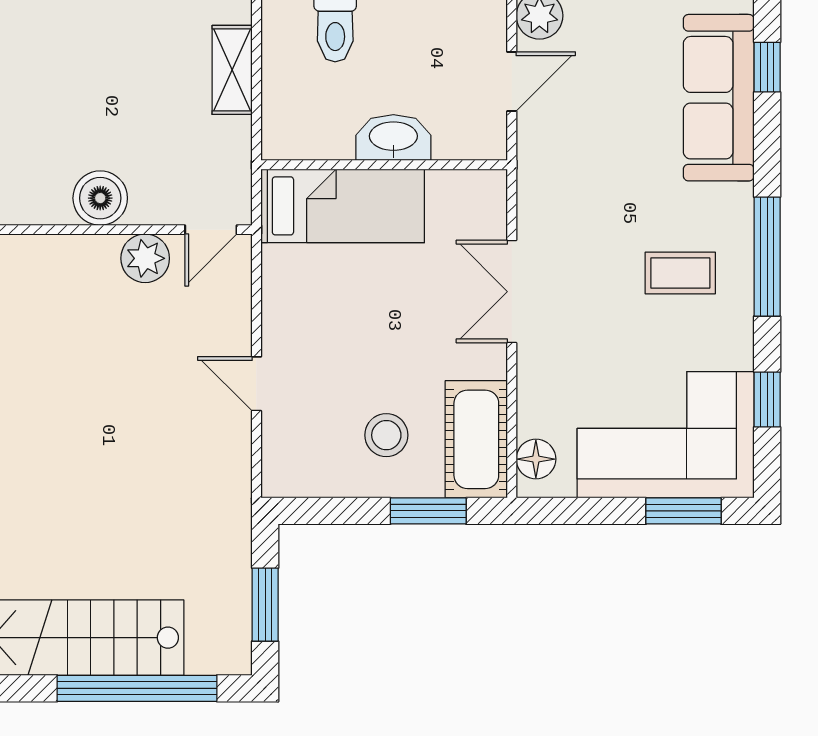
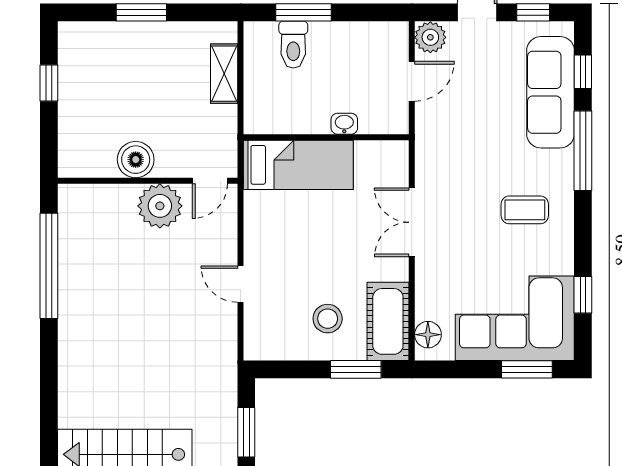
washbasin: (393, 138) -> (344, 124), width x0.52, depth x0.69
window: (767, 257) -> (583, 151), moved
plant: (145, 258) -> (160, 206), width x1.36, depth x1.36

